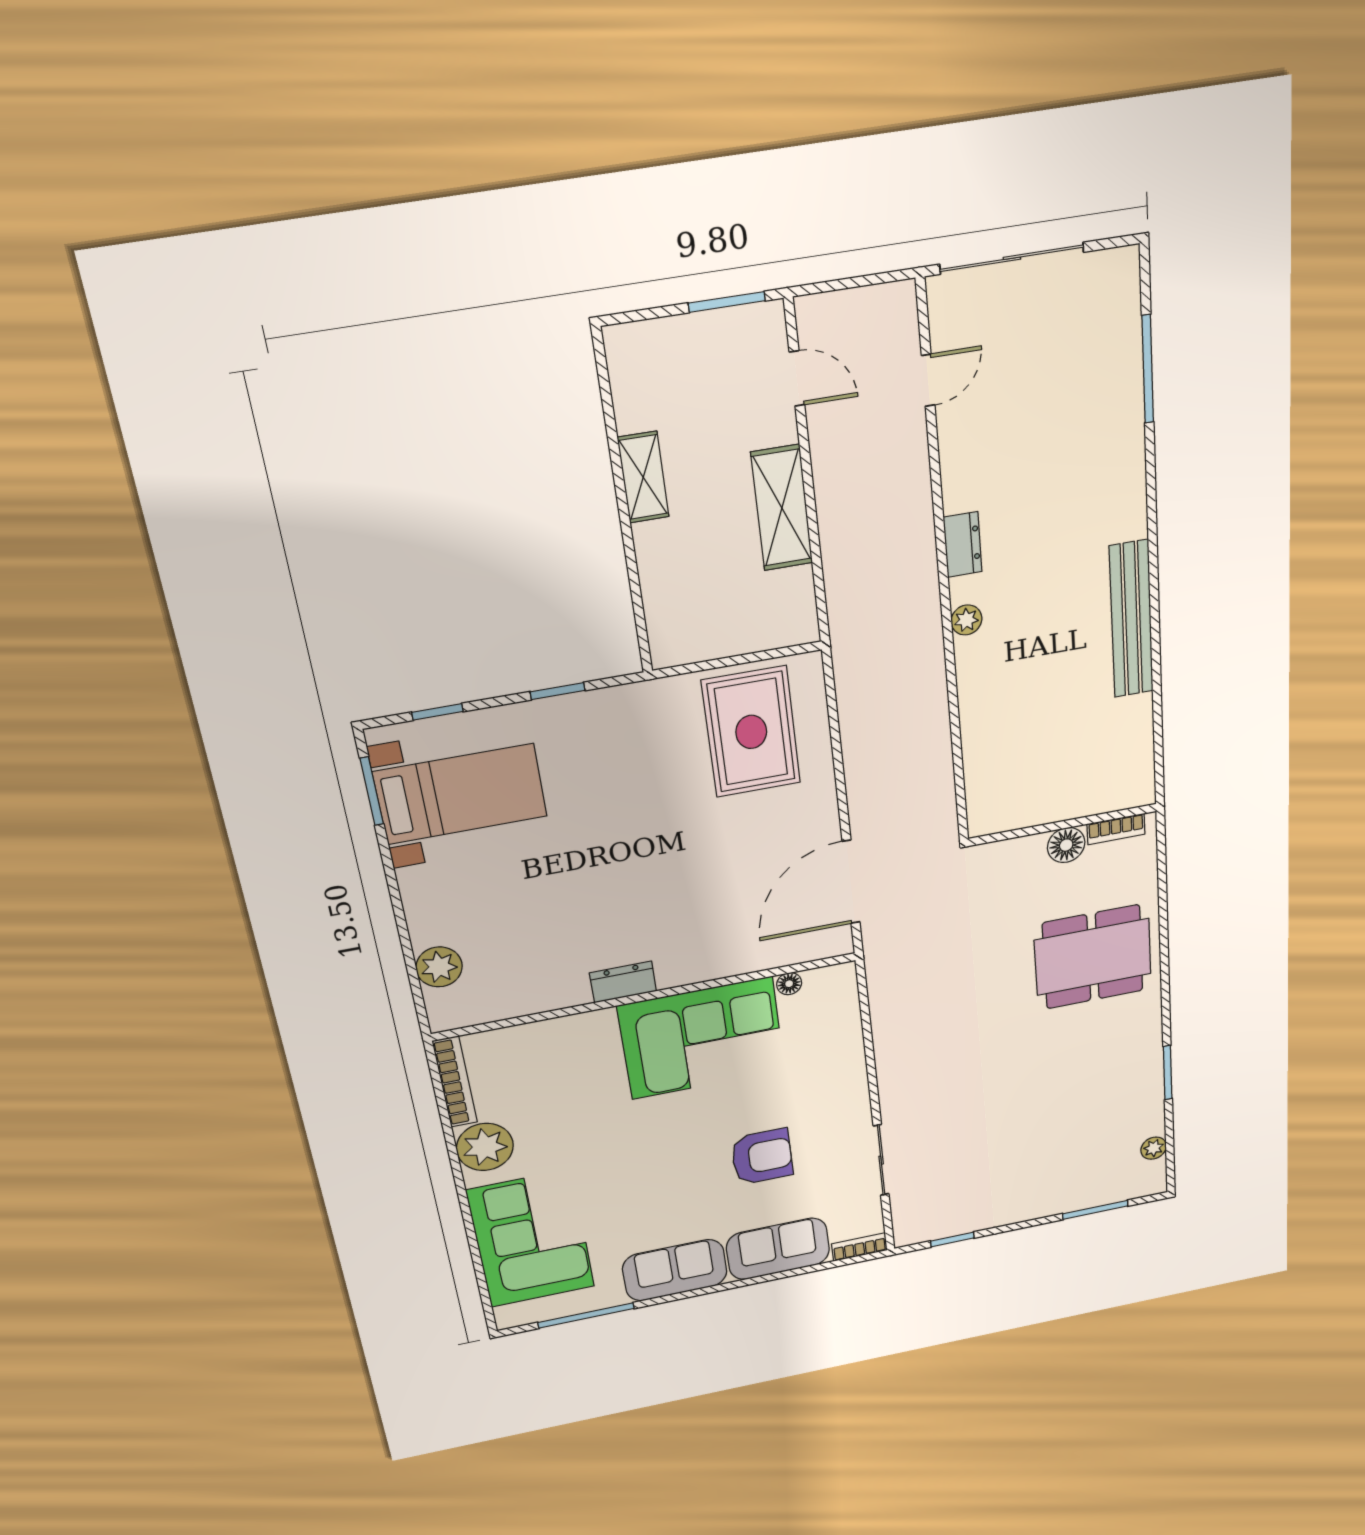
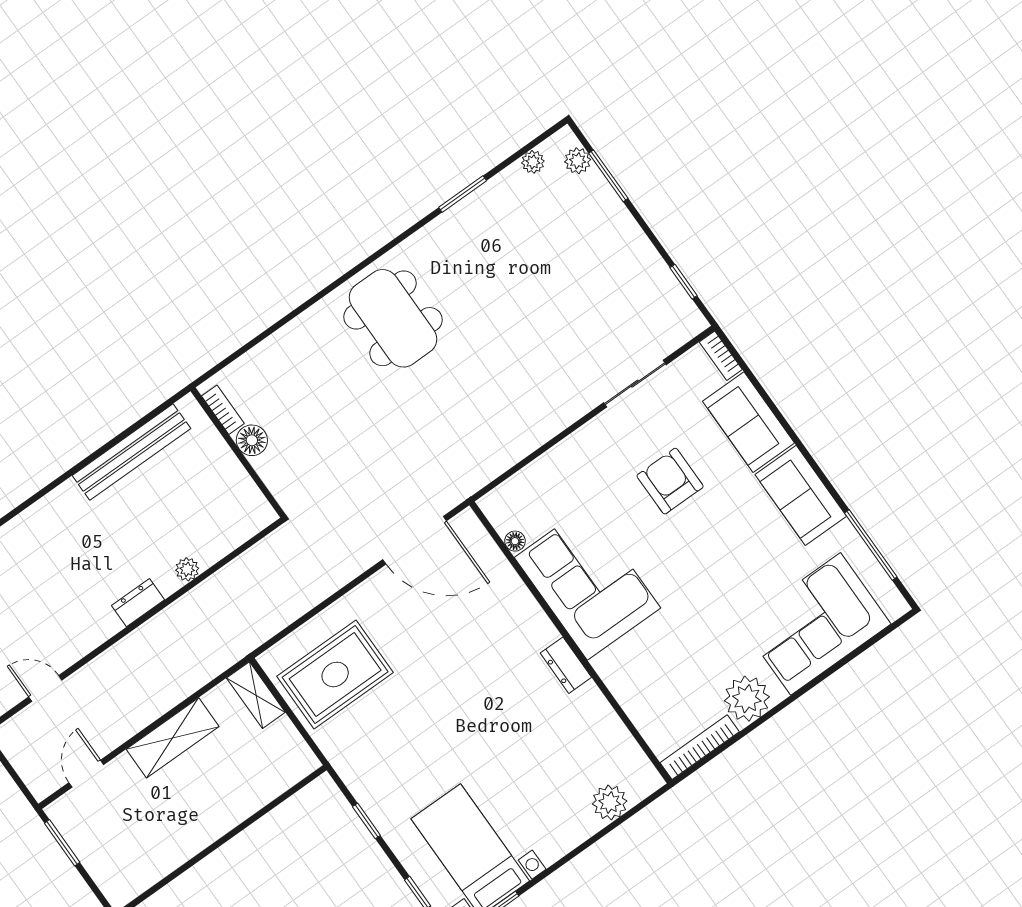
shelving: (643, 477) -> (256, 695), moved, turned 90
wall: (1063, 825) -> (238, 453), moved
bookcase: (1116, 829) -> (223, 410), moved
floor lamp: (1066, 845) -> (252, 440), moved
plant: (1128, 1188) -> (578, 161), added

